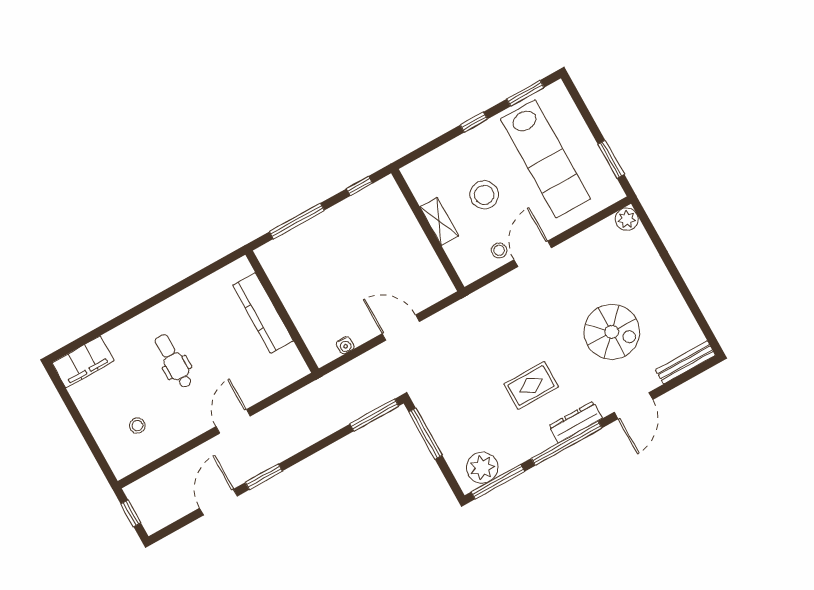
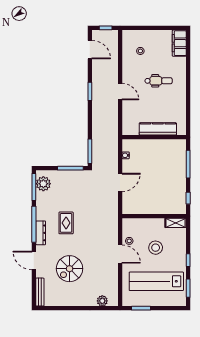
plant: (627, 219) -> (102, 301), moved
shelving: (439, 221) -> (176, 223), moved
door: (218, 502) -> (90, 50), moved

